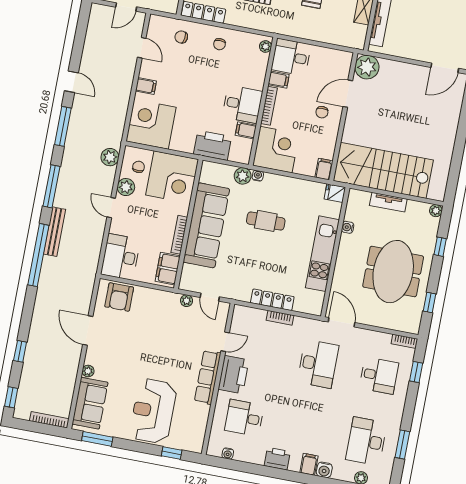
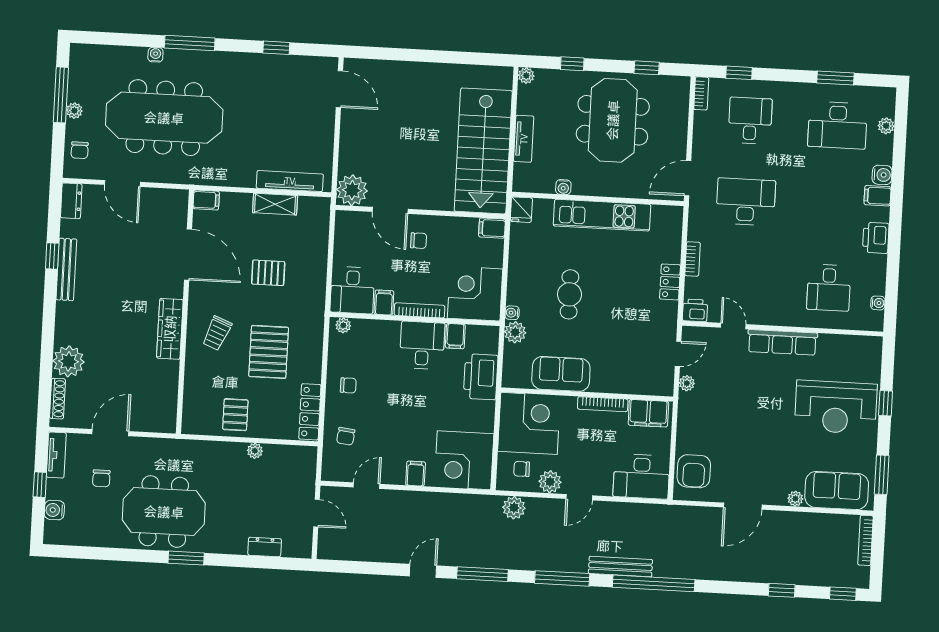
sofa: (206, 225) -> (561, 374), width x0.54, depth x0.79
meeting table: (393, 272) -> (613, 120), turned 90
armchair: (119, 297) -> (694, 471), turned 90
locker: (272, 300) -> (670, 282), width x0.66
printer: (233, 375) -> (695, 310), moved, width x0.53, depth x0.68
window: (172, 453) -> (886, 403), moved

